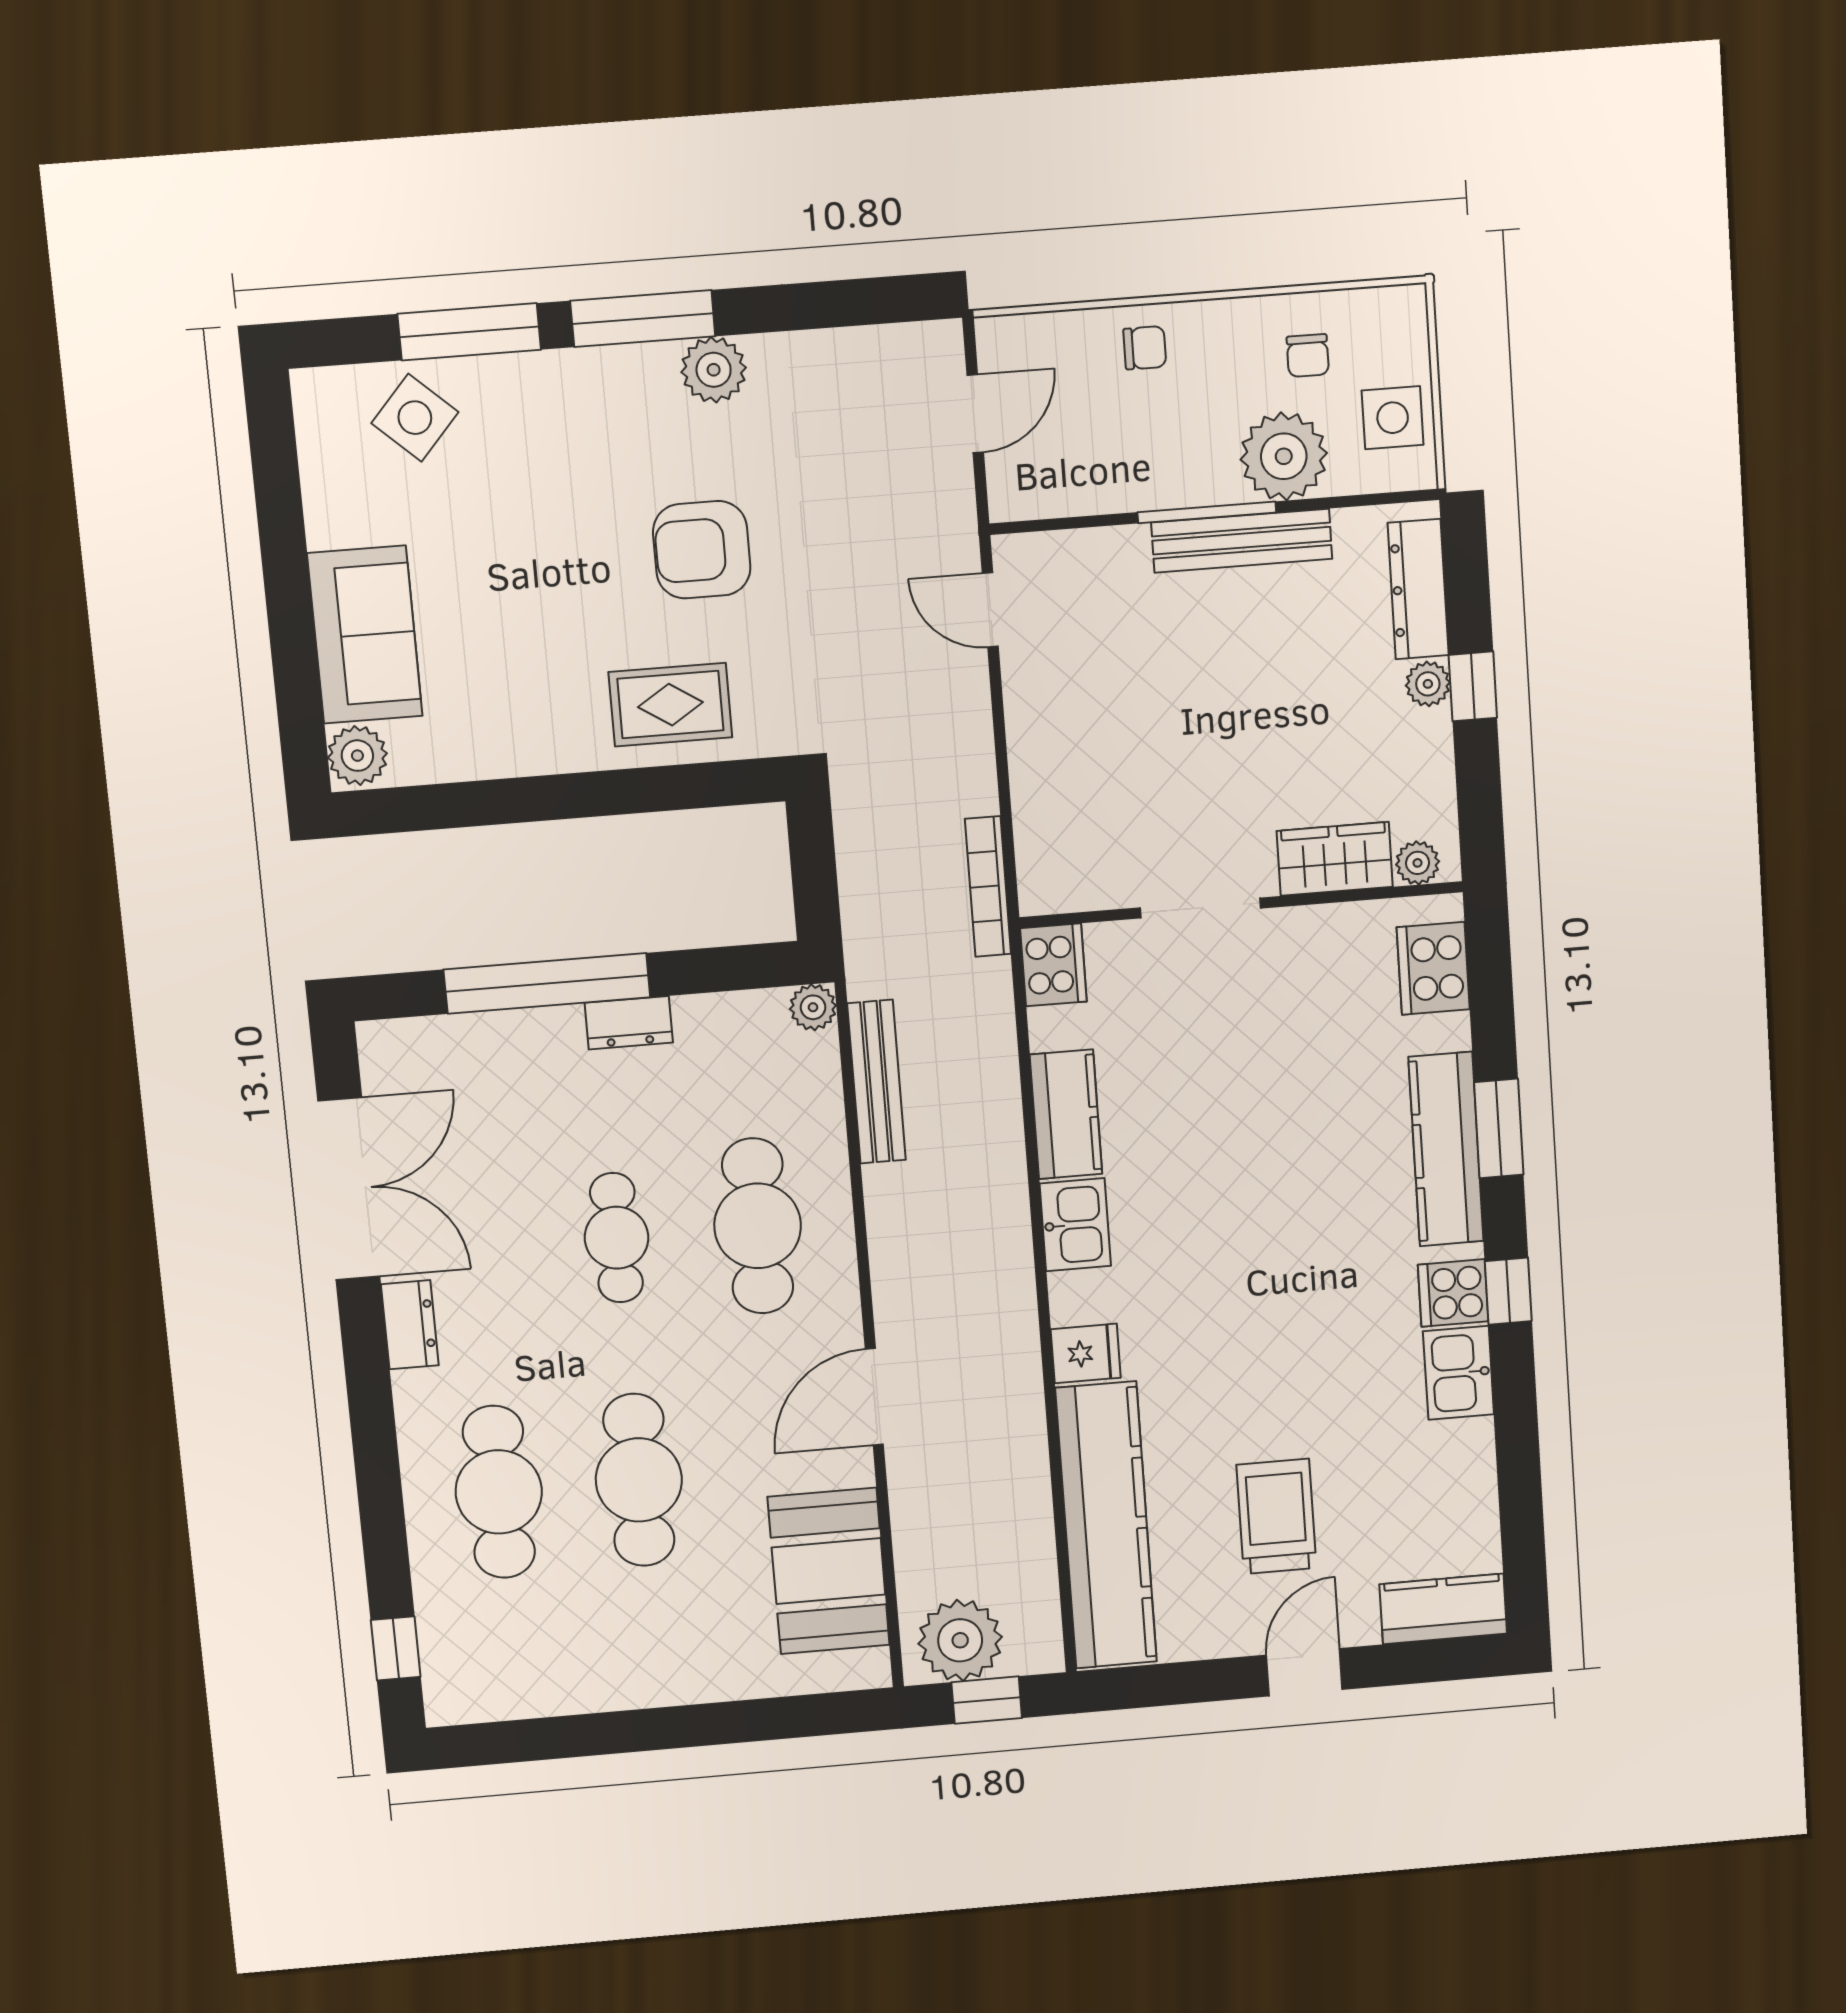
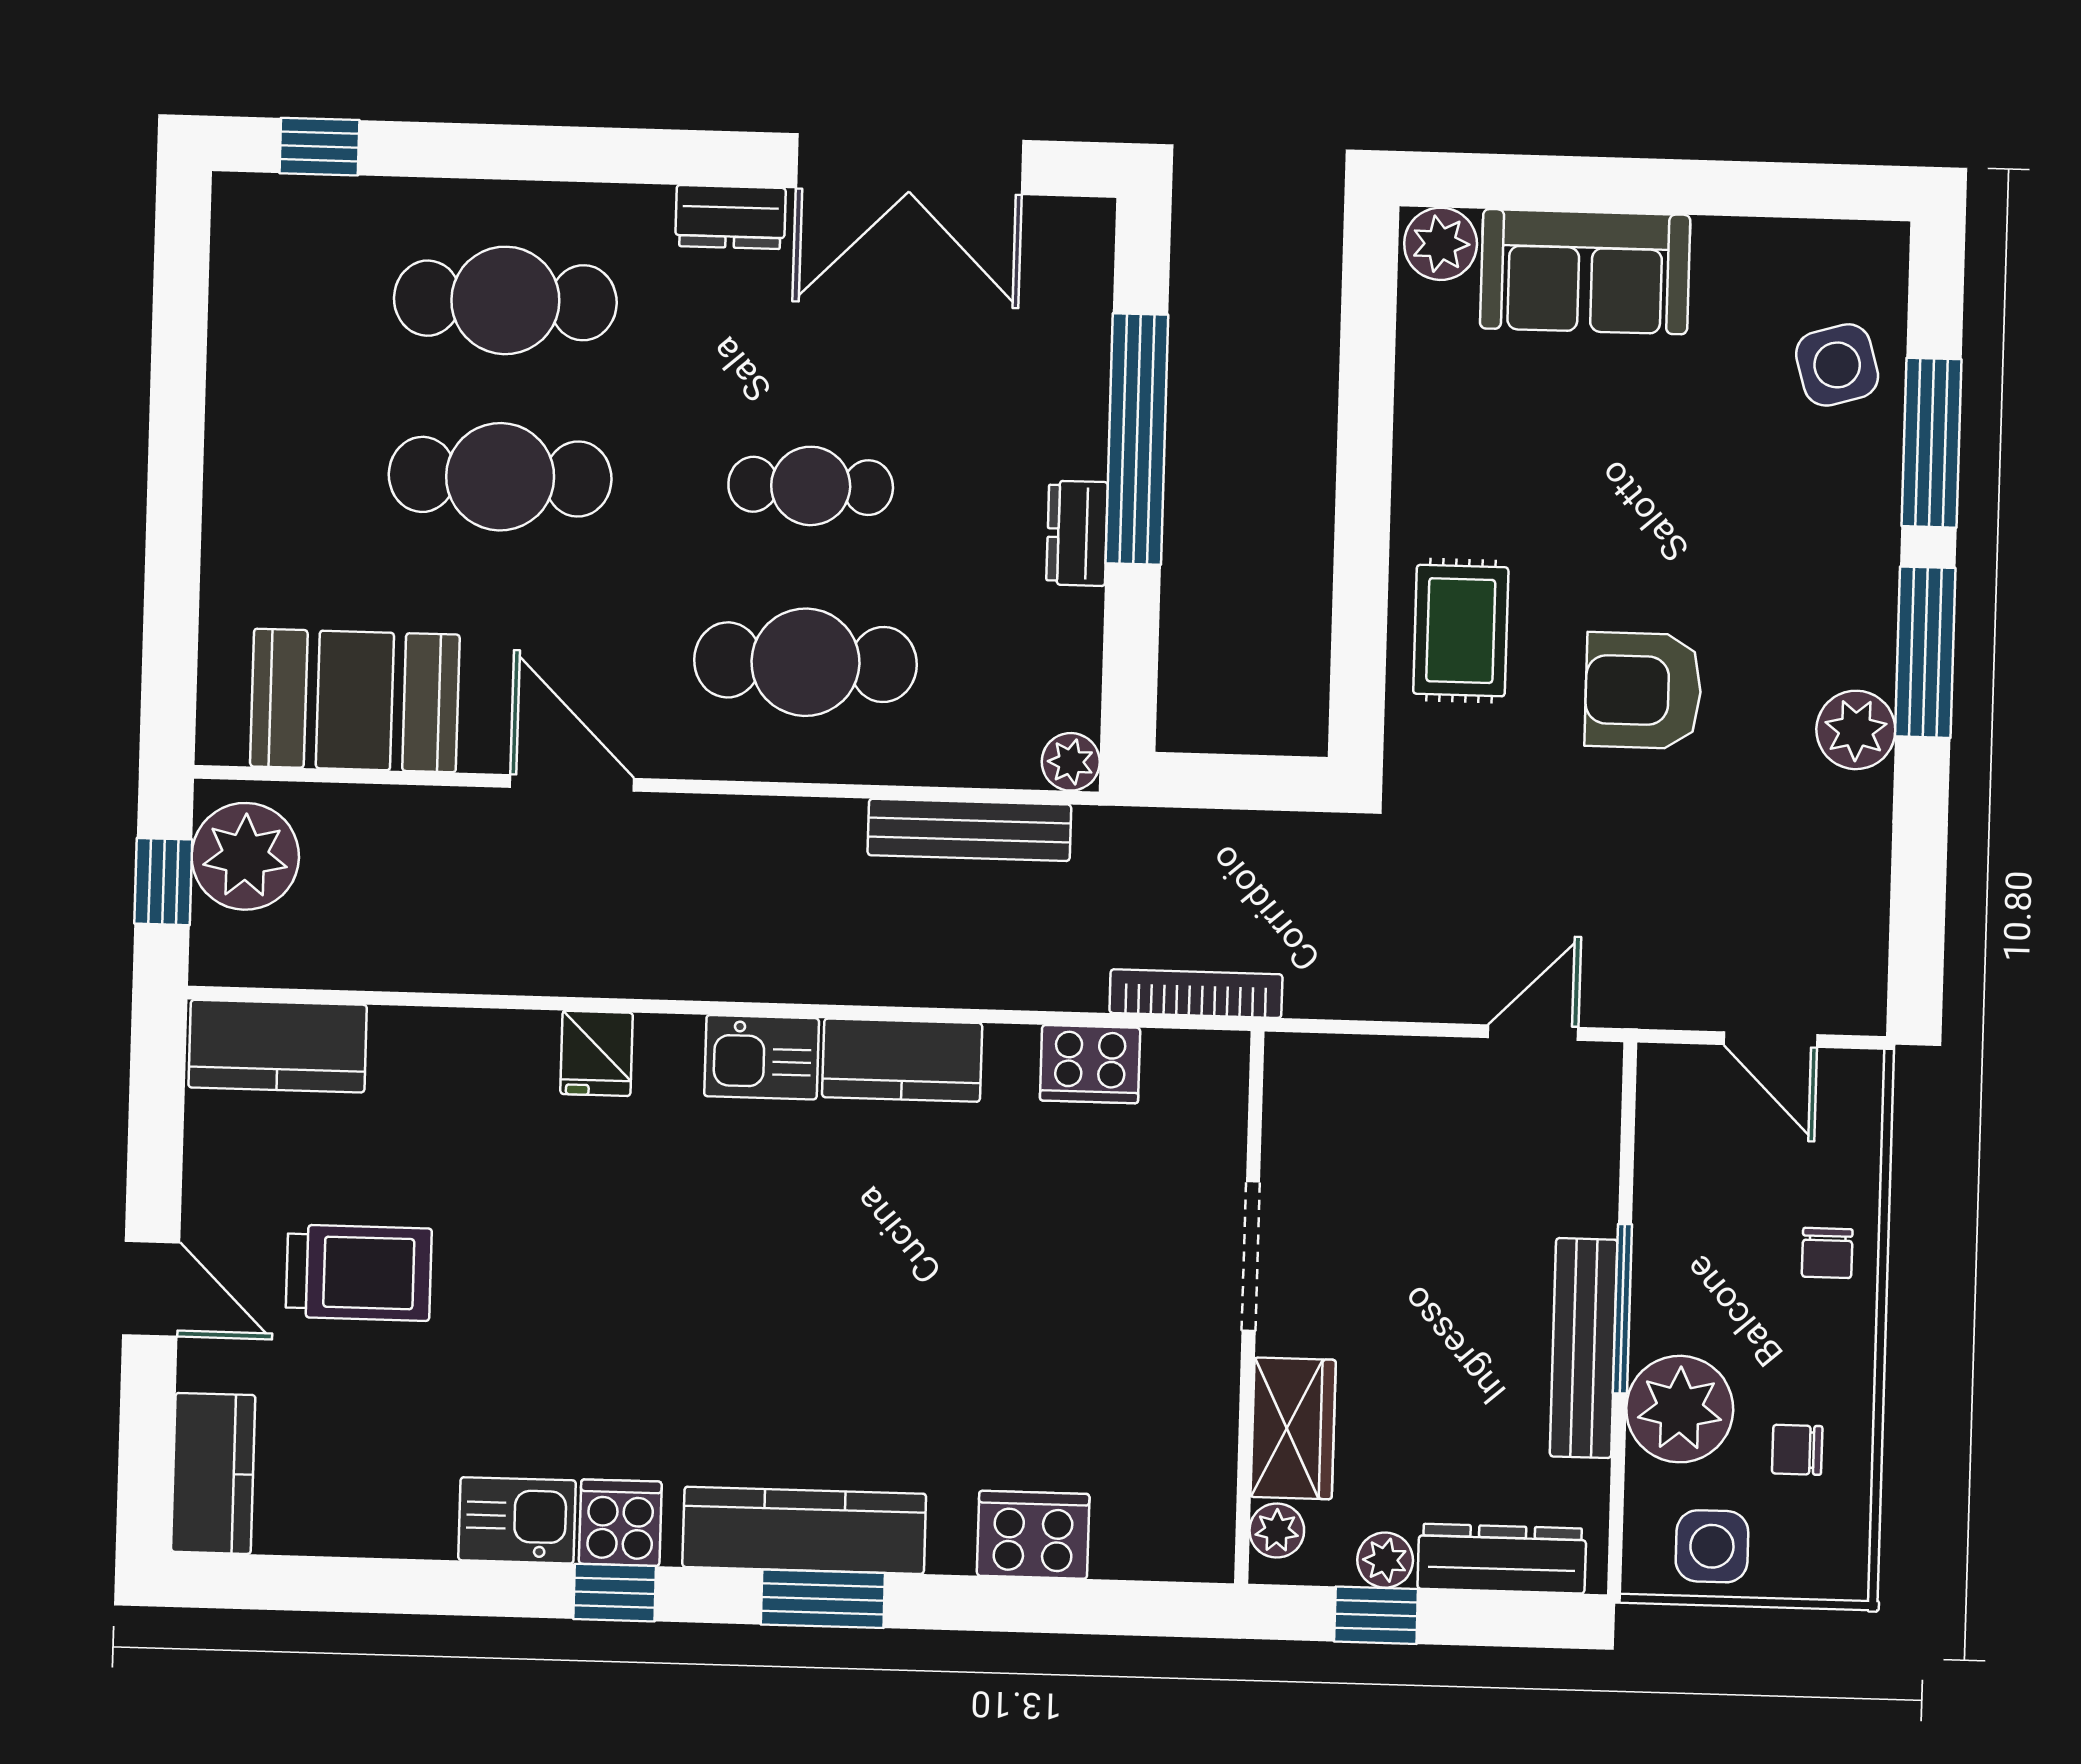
side table: (415, 418) -> (1837, 365), turned 32
armchair: (702, 550) -> (1643, 690), turned -90
wardrobe: (1335, 859) -> (1293, 1428), moved
plant: (1418, 863) -> (1277, 1531), moved
wall: (1241, 905) -> (1249, 1307), moved
doorway: (1200, 908) -> (1251, 1256), moved
kitchen counter: (1106, 1525) -> (278, 1046), width x0.48, depth x0.86

